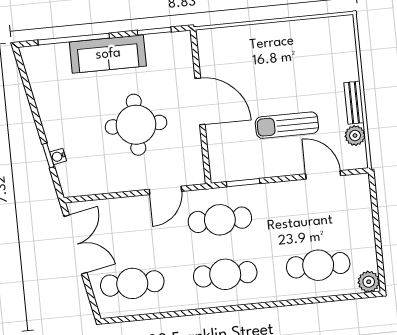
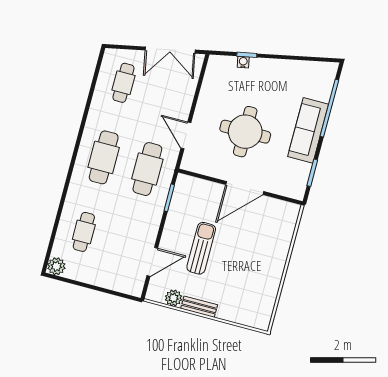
cafe table: (318, 265) -> (84, 232), width x0.73, depth x0.74
cafe table: (132, 283) -> (123, 83), width x0.73, depth x0.74

